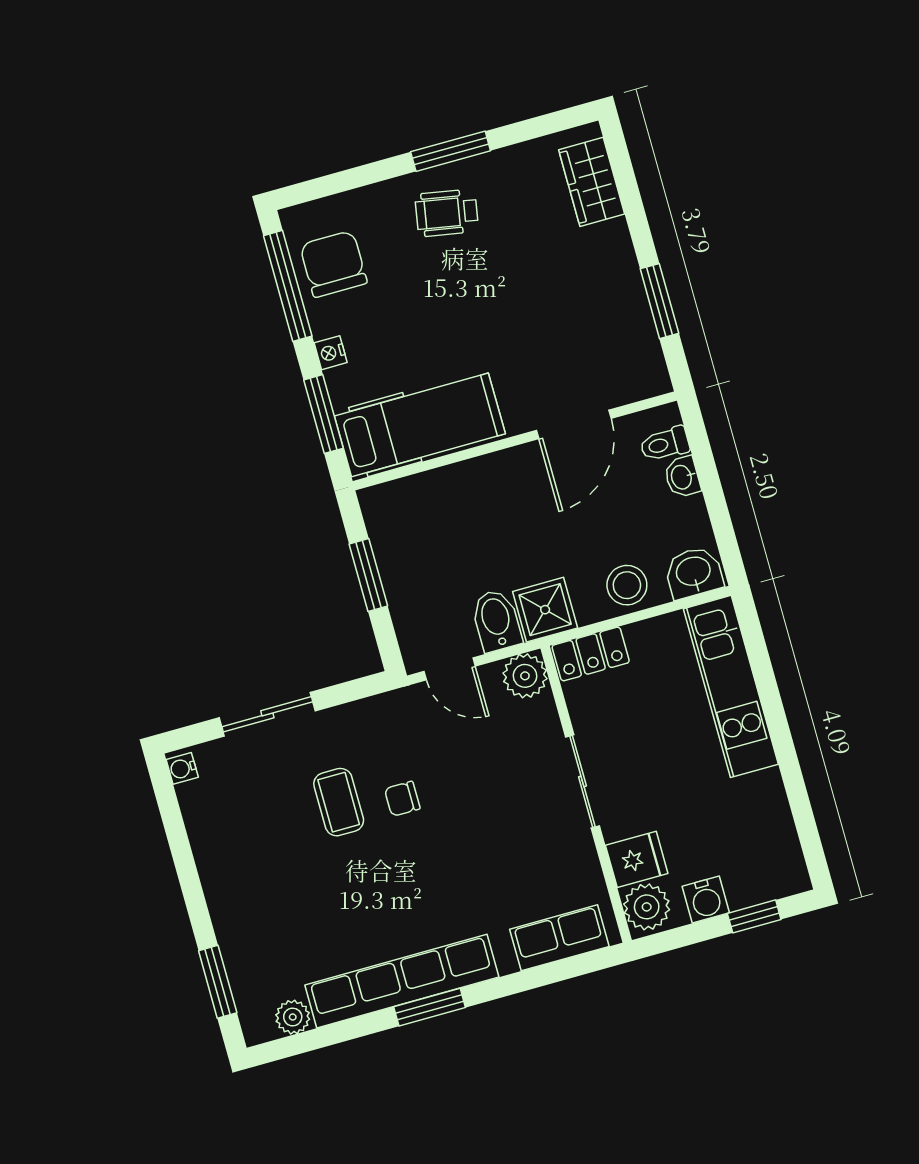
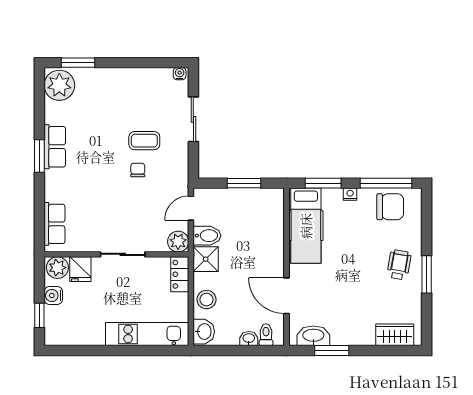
washbasin: (640, 347) -> (313, 336), added
row of seats: (402, 981) -> (55, 147), width x0.50
plant: (293, 1017) -> (59, 85), width x1.88, depth x1.88

